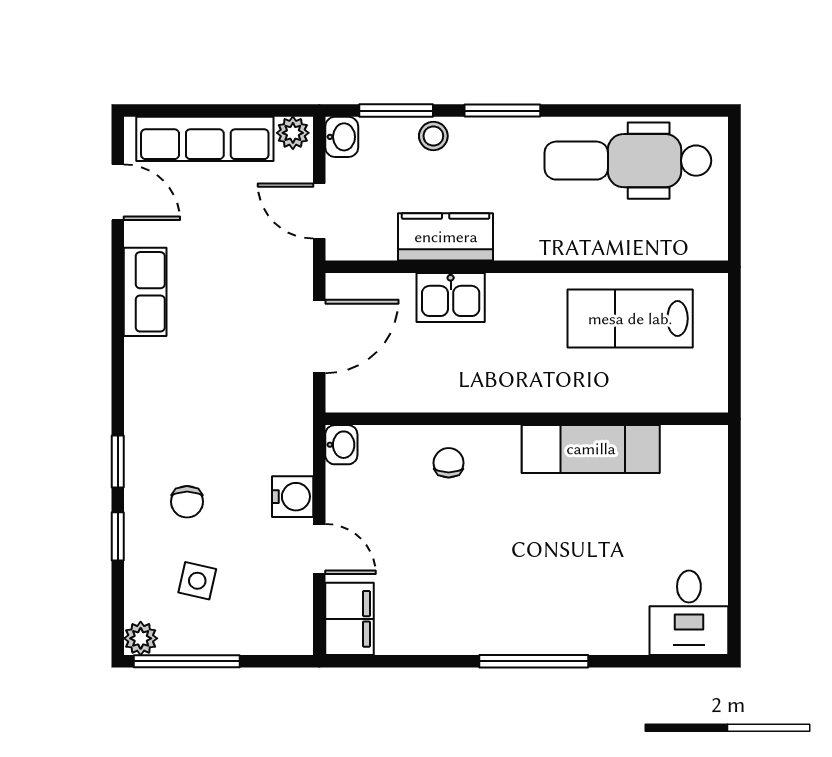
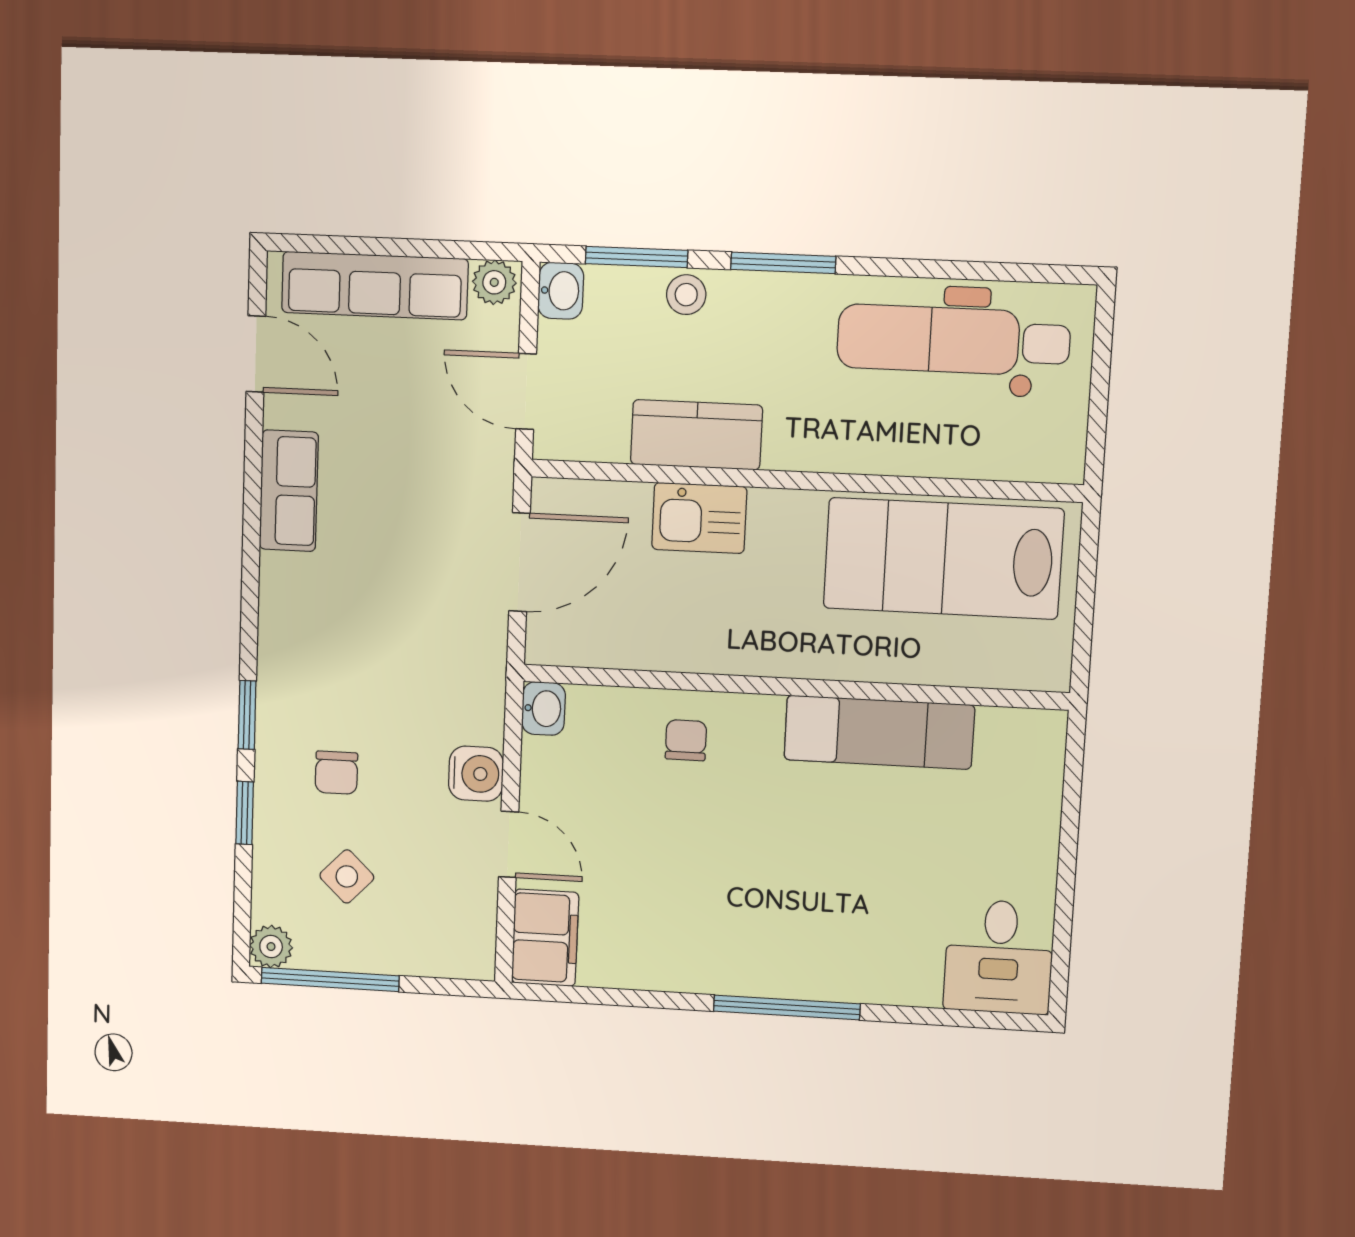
lab bench: (630, 319) -> (943, 558), width x1.36, depth x1.39
side table: (197, 581) -> (347, 876), turned 31

